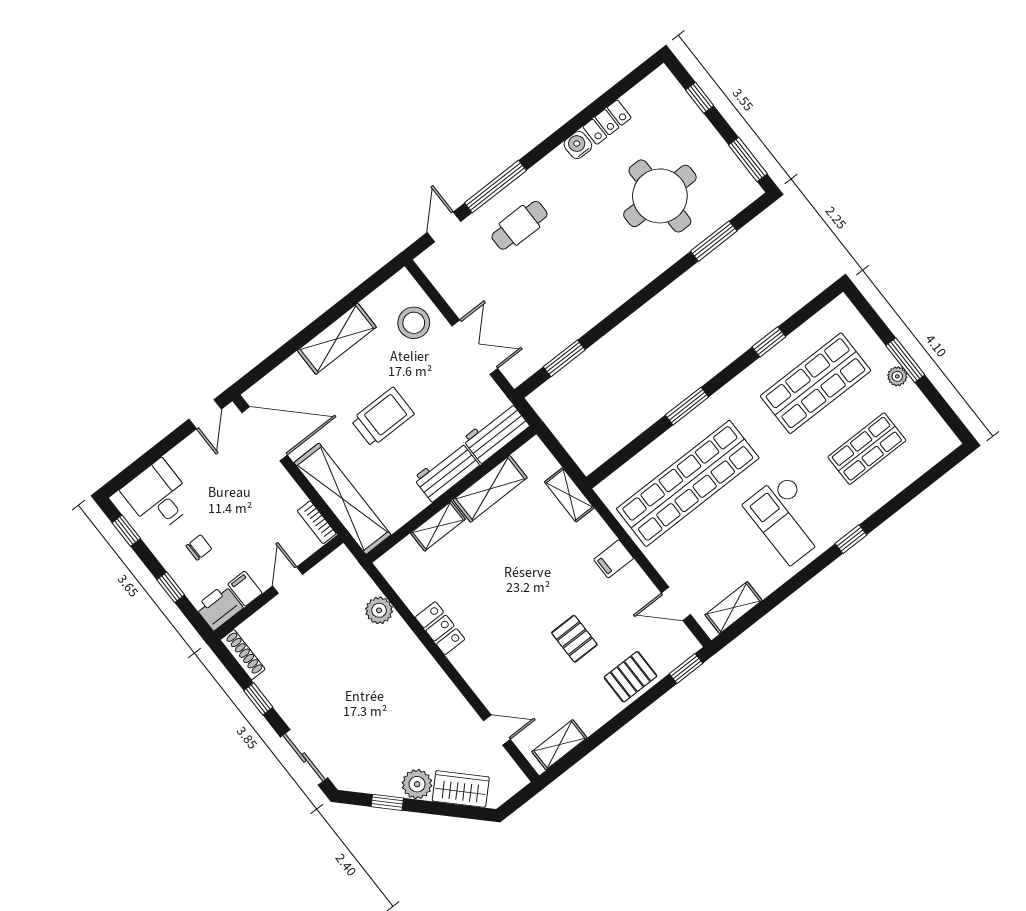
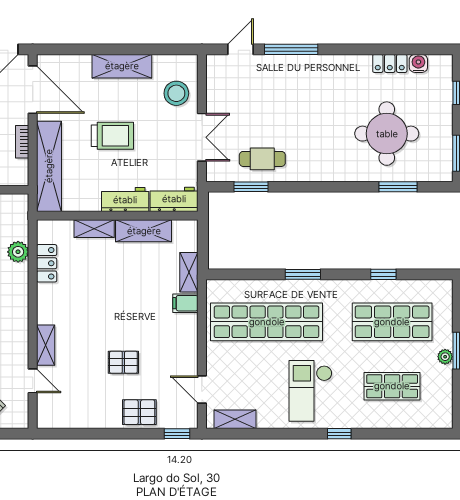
water cooler: (578, 145) -> (418, 63), moved
cafe table: (519, 225) -> (262, 159), moved
bookcase: (317, 522) -> (22, 142), moved
filing cabinet: (614, 559) -> (185, 303), moved
locker: (440, 628) -> (47, 263), moved
pallet: (574, 639) -> (123, 362), turned 90
shelving: (559, 745) -> (46, 345), moved, turned 90

